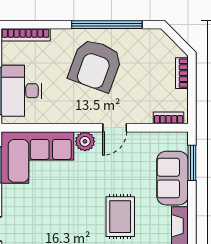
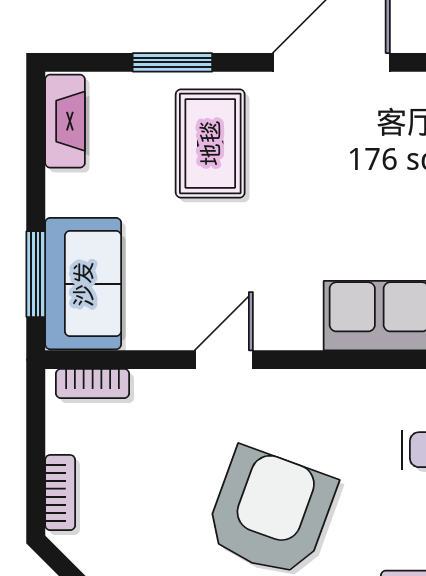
plant: (85, 141) -> (296, 326), removed
sofa: (172, 178) -> (83, 284), moved

